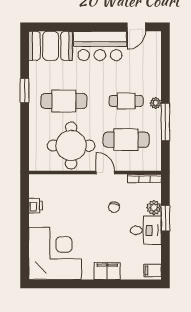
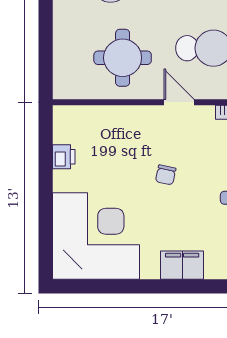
round table: (71, 146) -> (123, 58), width x0.73, depth x0.73
chair: (114, 207) -> (166, 175), moved

